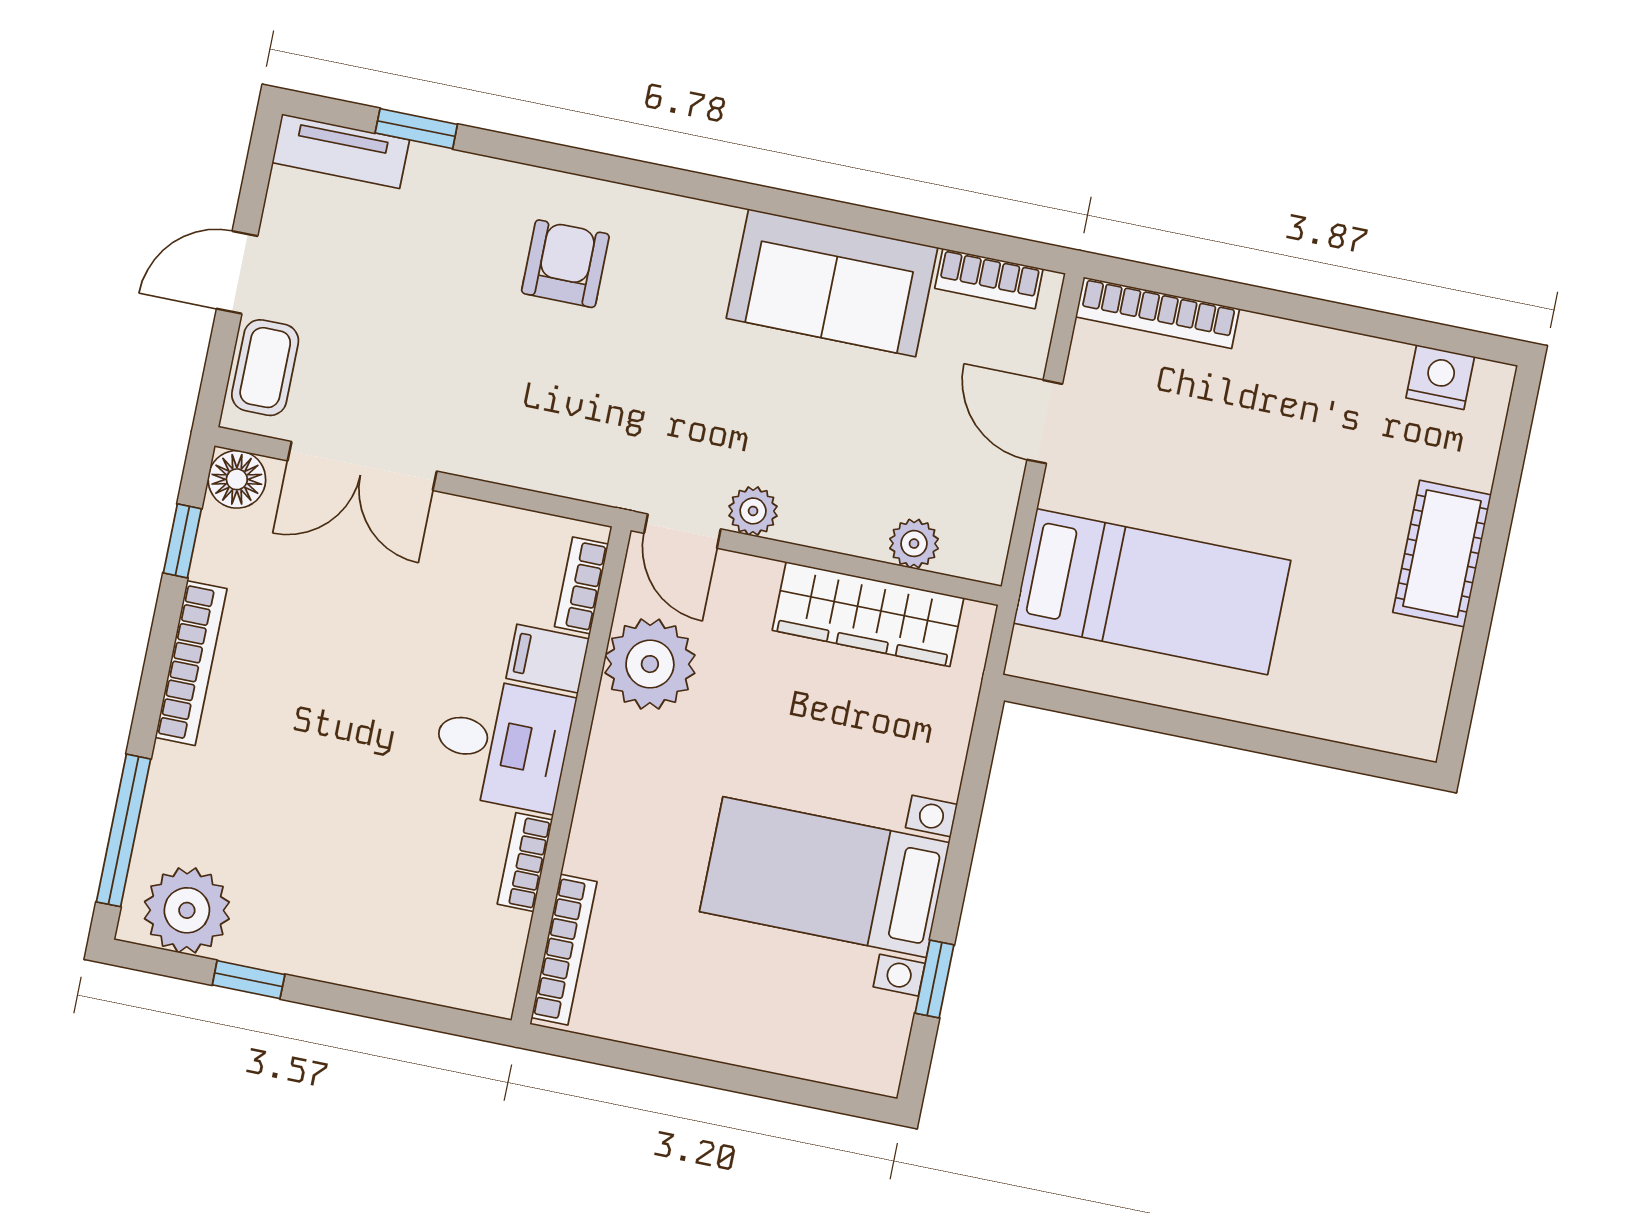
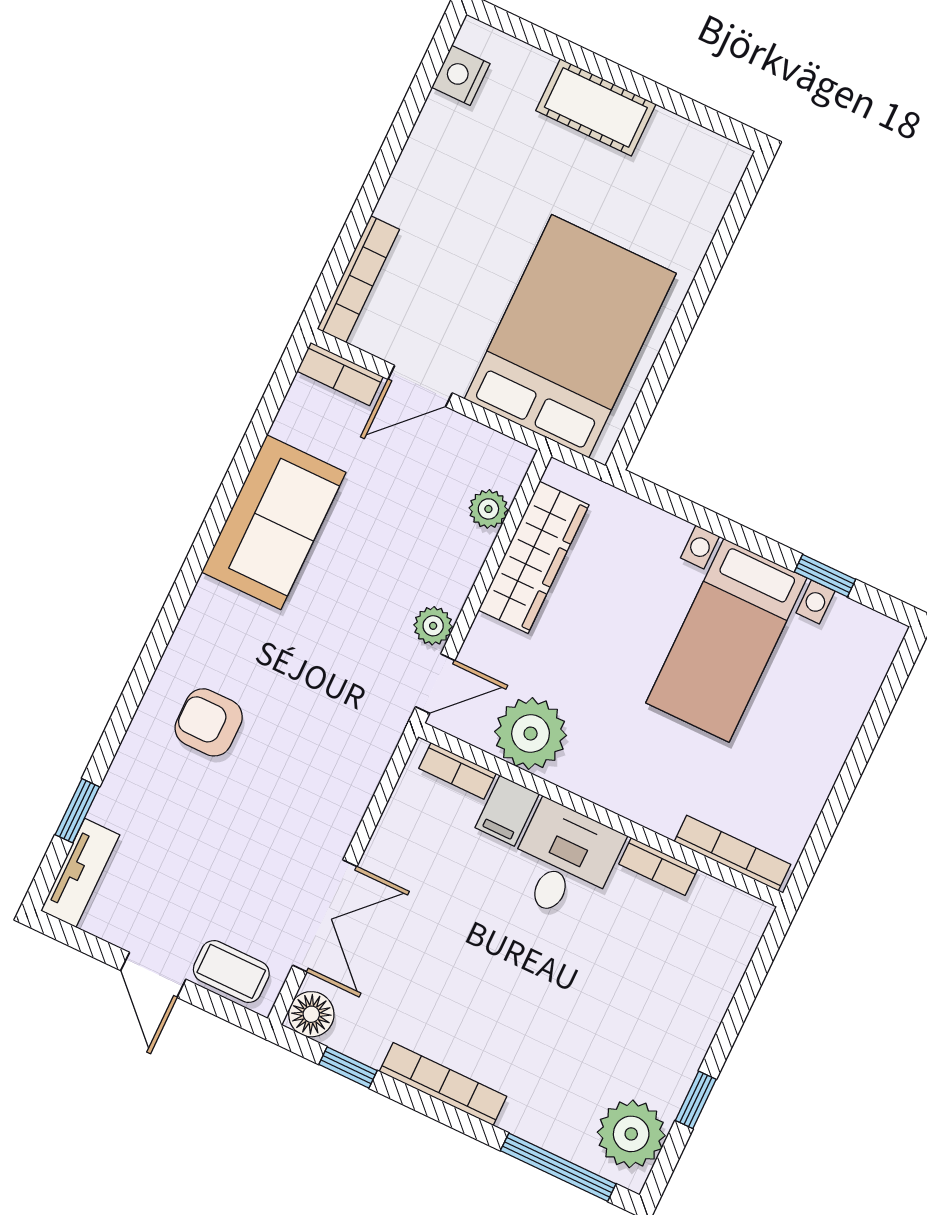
bookcase: (989, 279) -> (340, 374), moved, turned 90
bed: (1152, 592) -> (570, 336), width x1.50

